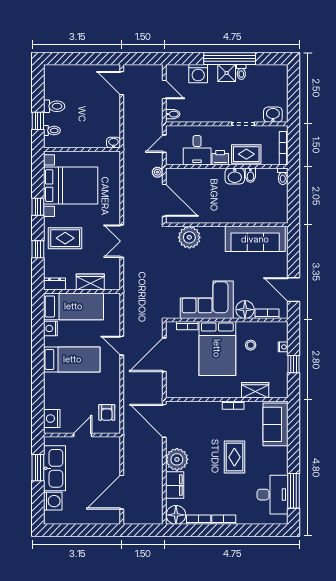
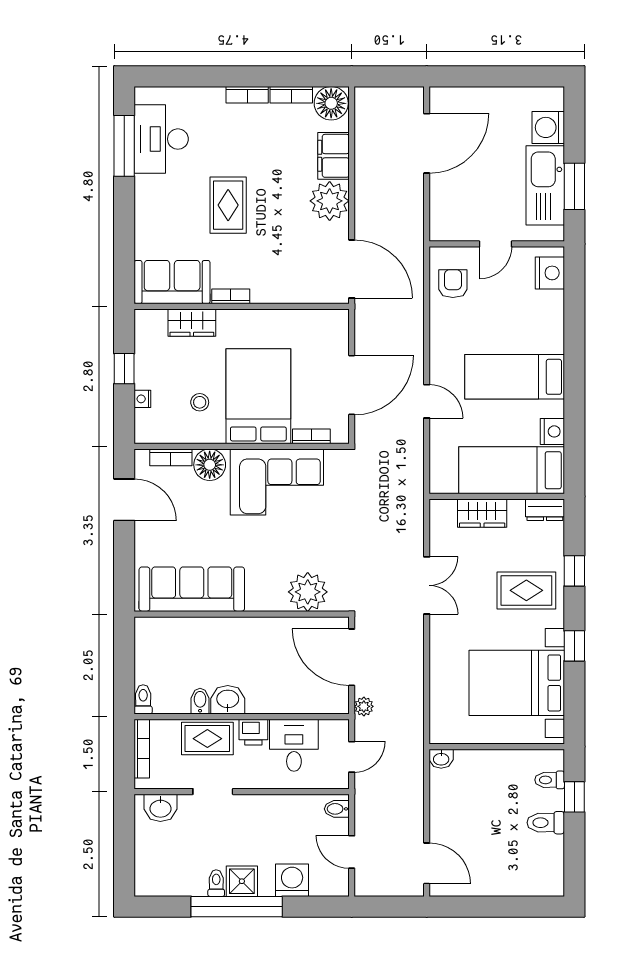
sofa: (275, 424) -> (172, 282), moved, turned -90

